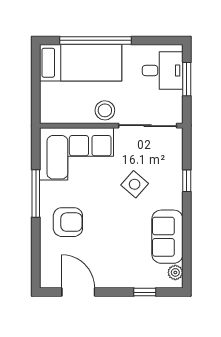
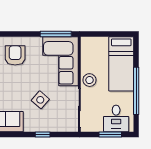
window: (95, 40) -> (136, 91), moved
window: (36, 194) -> (56, 34), moved
armchair: (68, 222) -> (15, 55), turned 180

